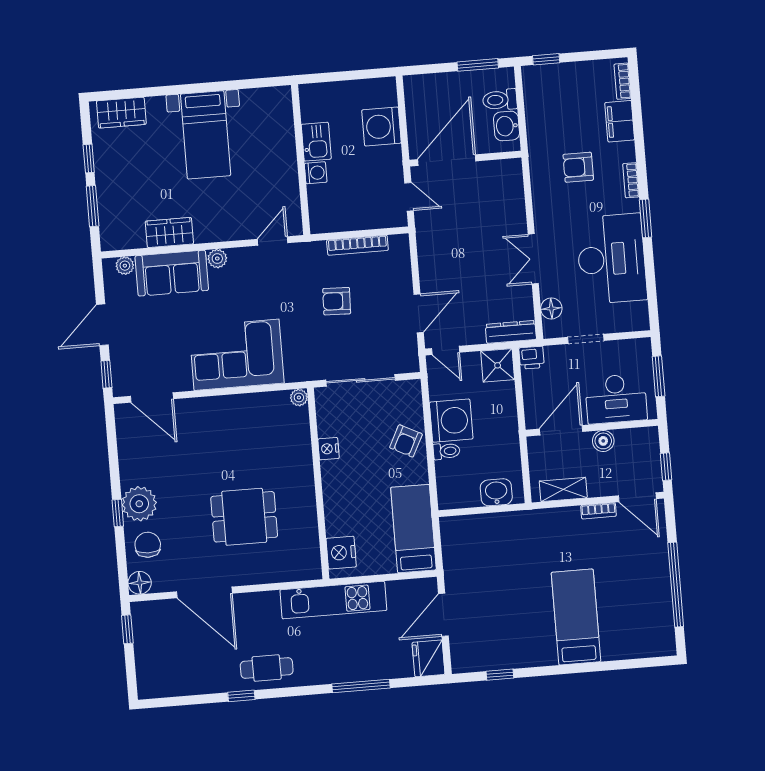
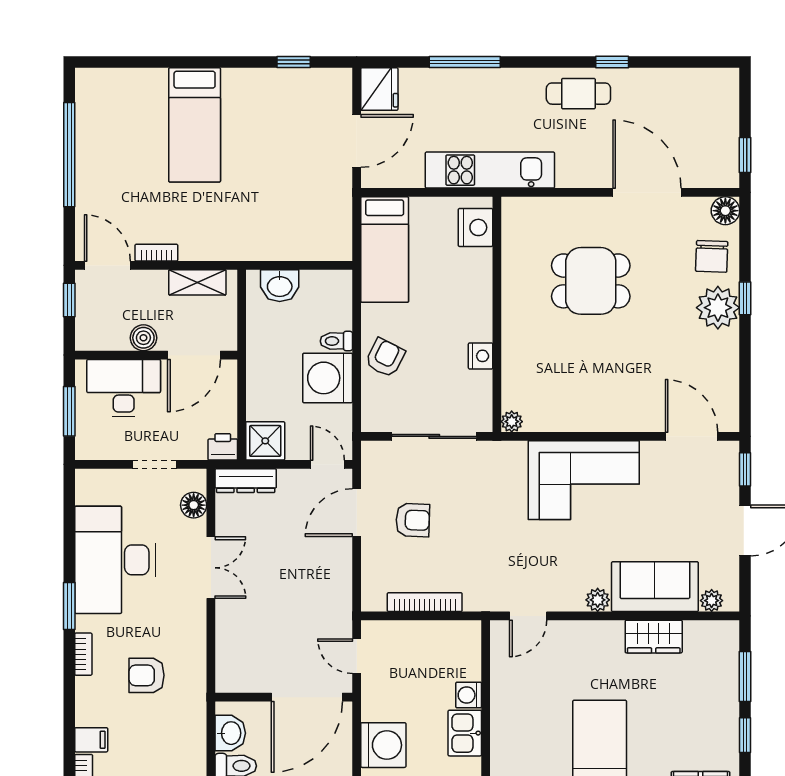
filing cabinet: (620, 121) -> (91, 740), width x0.50
armchair: (578, 167) -> (147, 675), turned 180
armchair: (337, 301) -> (413, 520), moved

